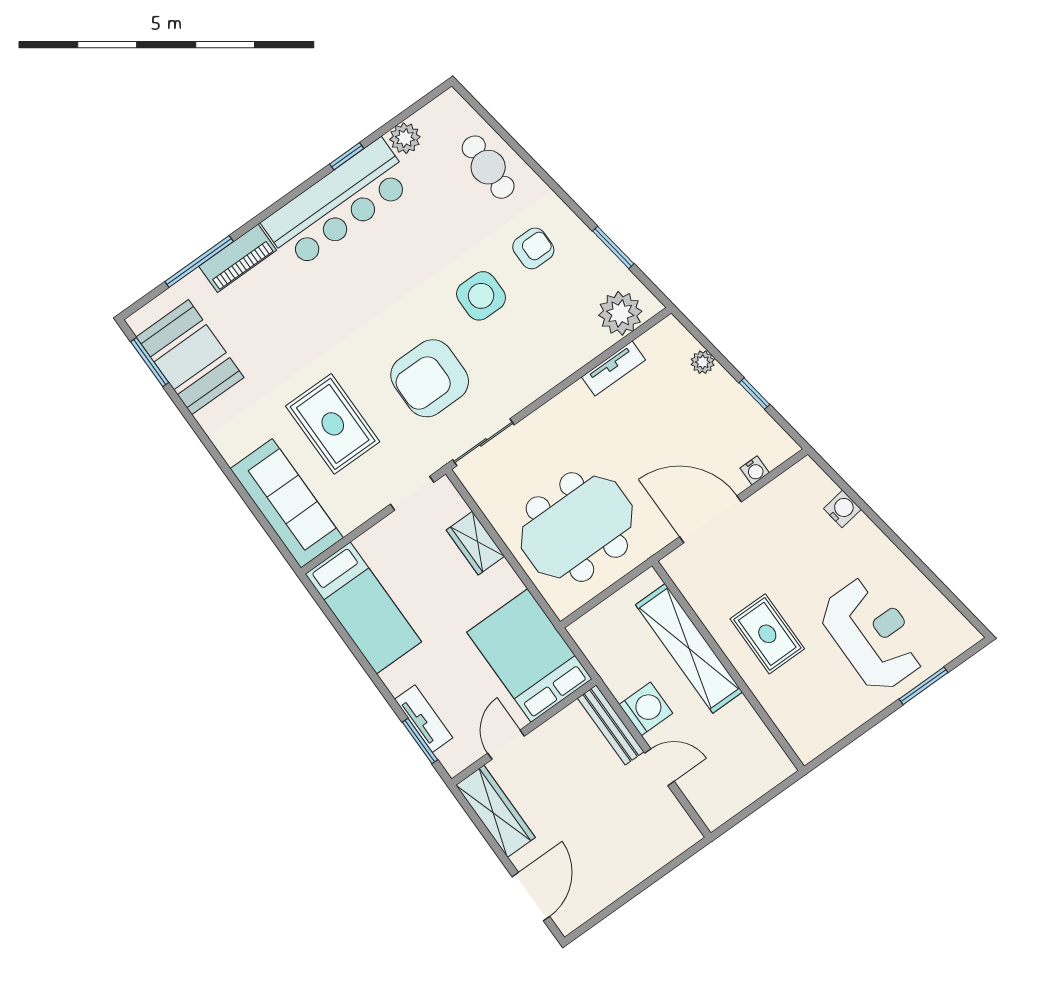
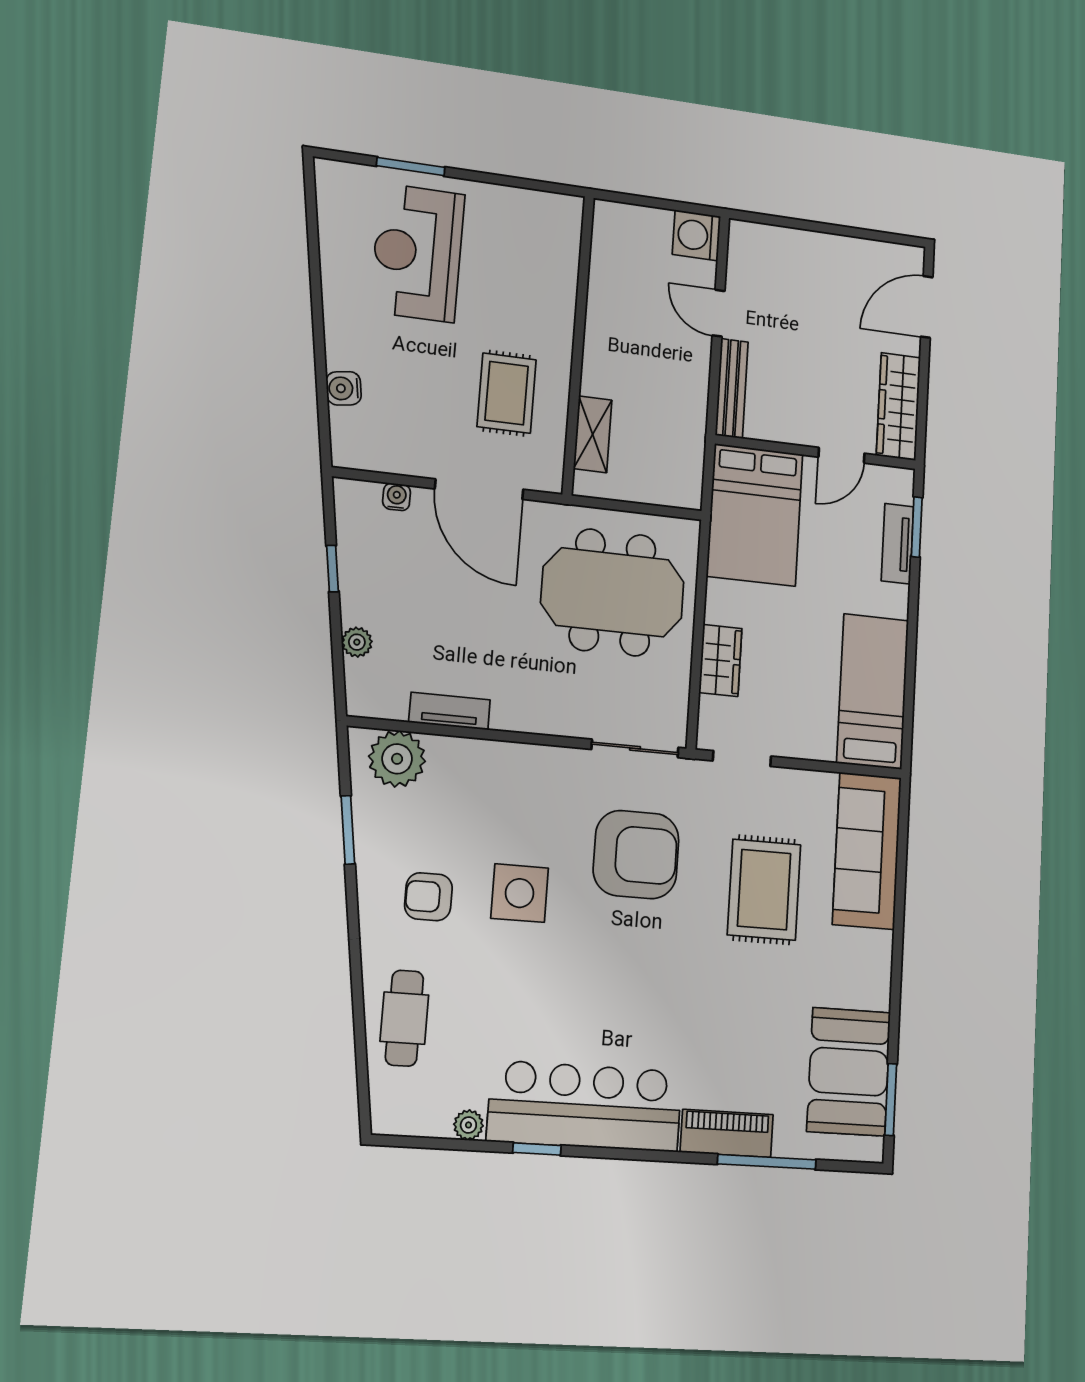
plant: (405, 138) -> (468, 1125), width x0.73, depth x0.73
rug: (767, 634) -> (507, 393), moved
shelving: (689, 648) -> (593, 434), width x0.45, depth x0.75
washing machine: (646, 709) -> (696, 235), moved

